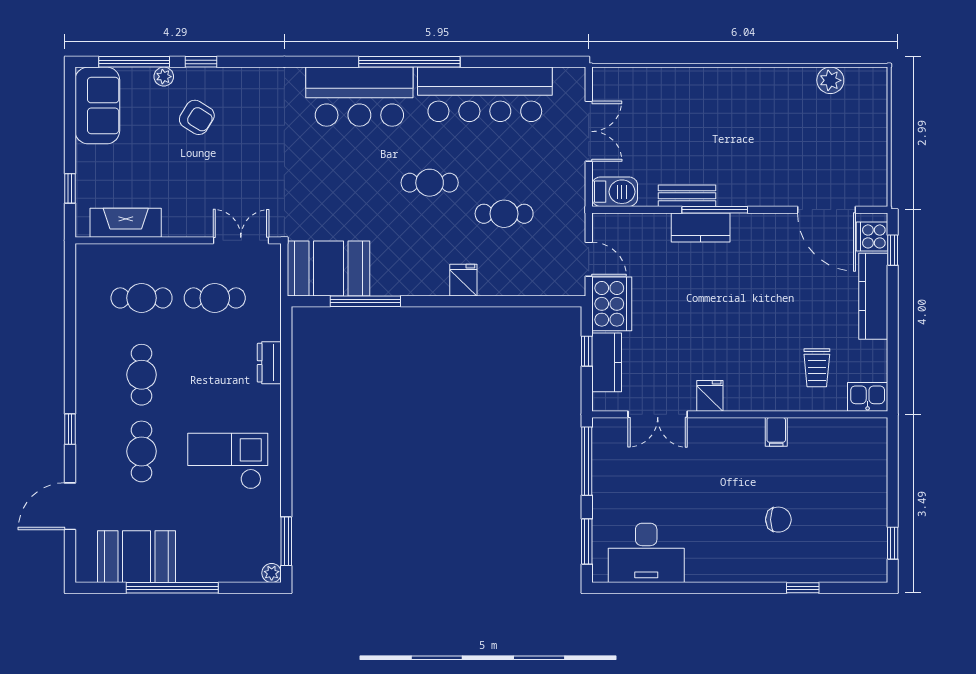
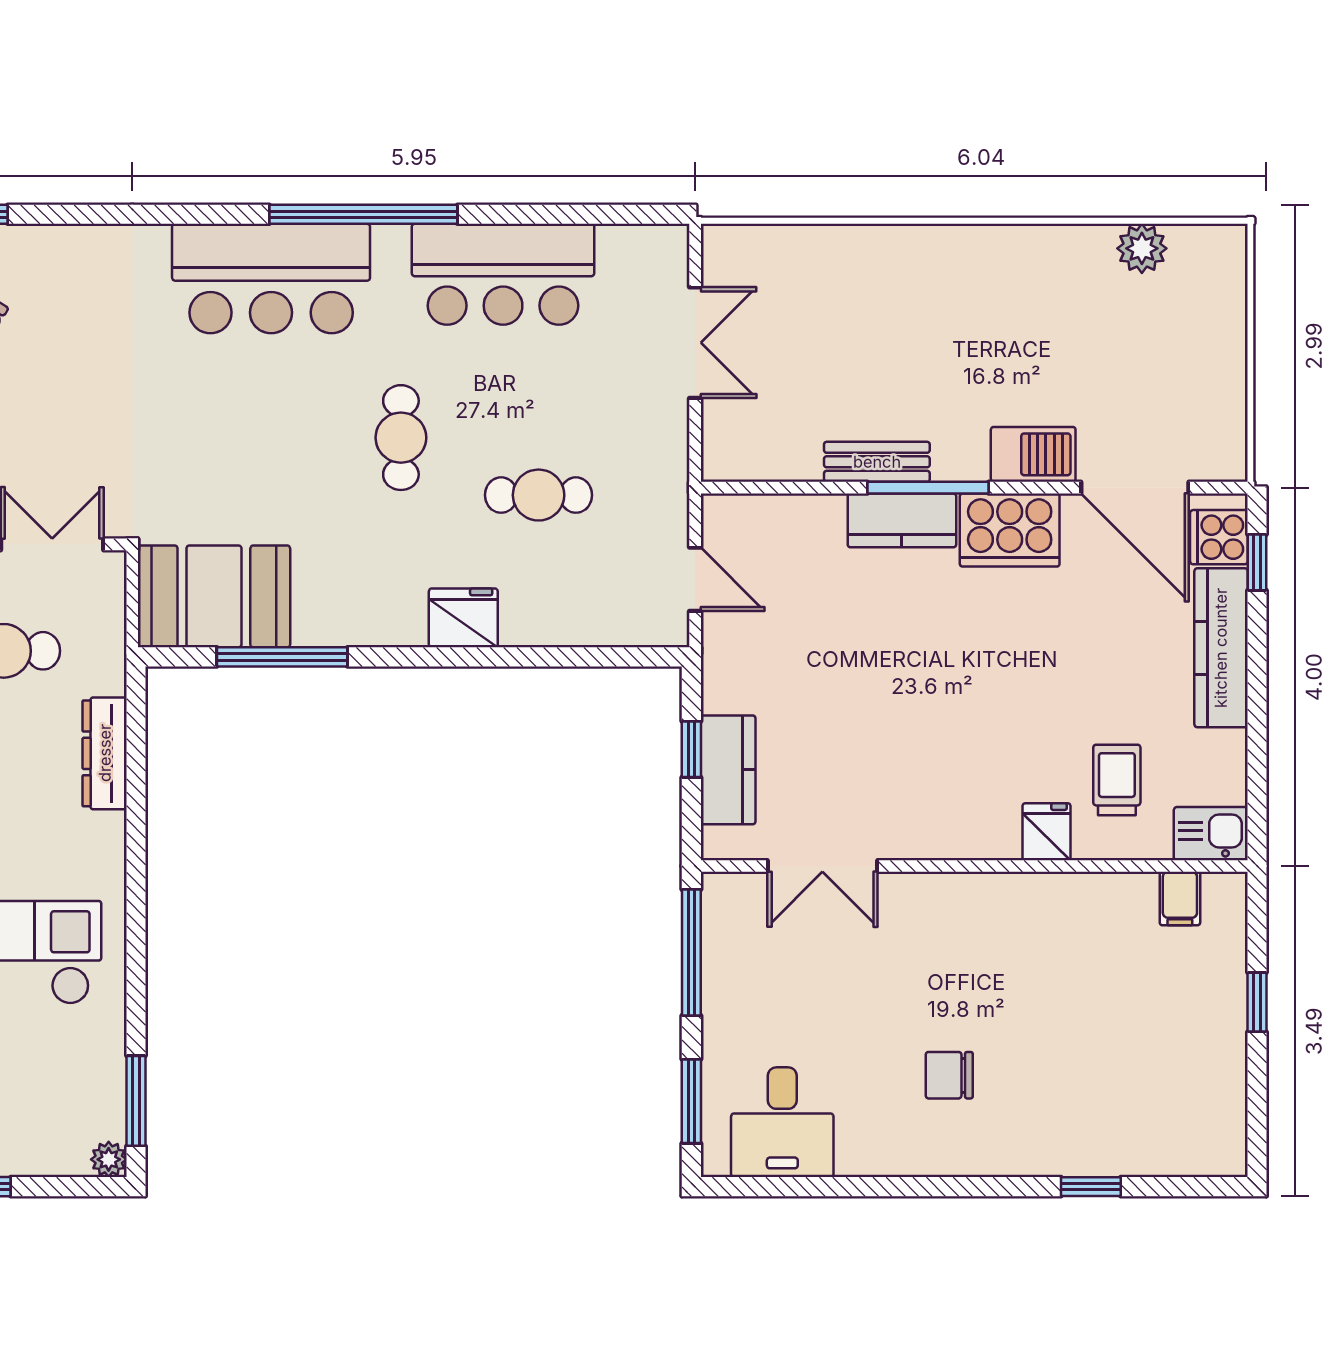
bar counter: (485, 94) -> (503, 274), width x0.73
cafe table: (430, 183) -> (401, 438), turned 90
barbecue: (615, 192) -> (1033, 454), moved
fridge: (463, 280) -> (463, 618), width x1.38
cooker: (612, 304) -> (1010, 530), moved, turned 90
dresser: (269, 363) -> (105, 753), width x1.44
trolley: (817, 368) -> (1117, 780), turned 180
fridge: (710, 396) -> (1047, 832), moved
filing cabinet: (776, 432) -> (1180, 899), moved
chair: (778, 520) -> (949, 1075), moved, turned 180
window: (893, 543) -> (1257, 1002), moved
desk: (646, 553) -> (782, 1122), width x0.73

